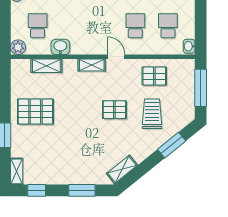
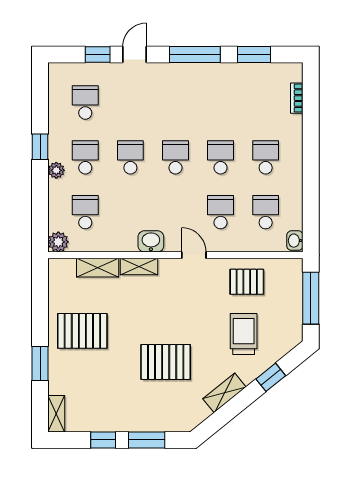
washbasin: (60, 47) -> (151, 241), moved
shelving: (92, 65) -> (139, 267), moved
pallet: (114, 110) -> (166, 362), moved, width x1.50, depth x1.42
window: (172, 145) -> (271, 377), width x0.67
shelving: (122, 169) -> (224, 393), moved
window: (37, 190) -> (103, 440), moved

